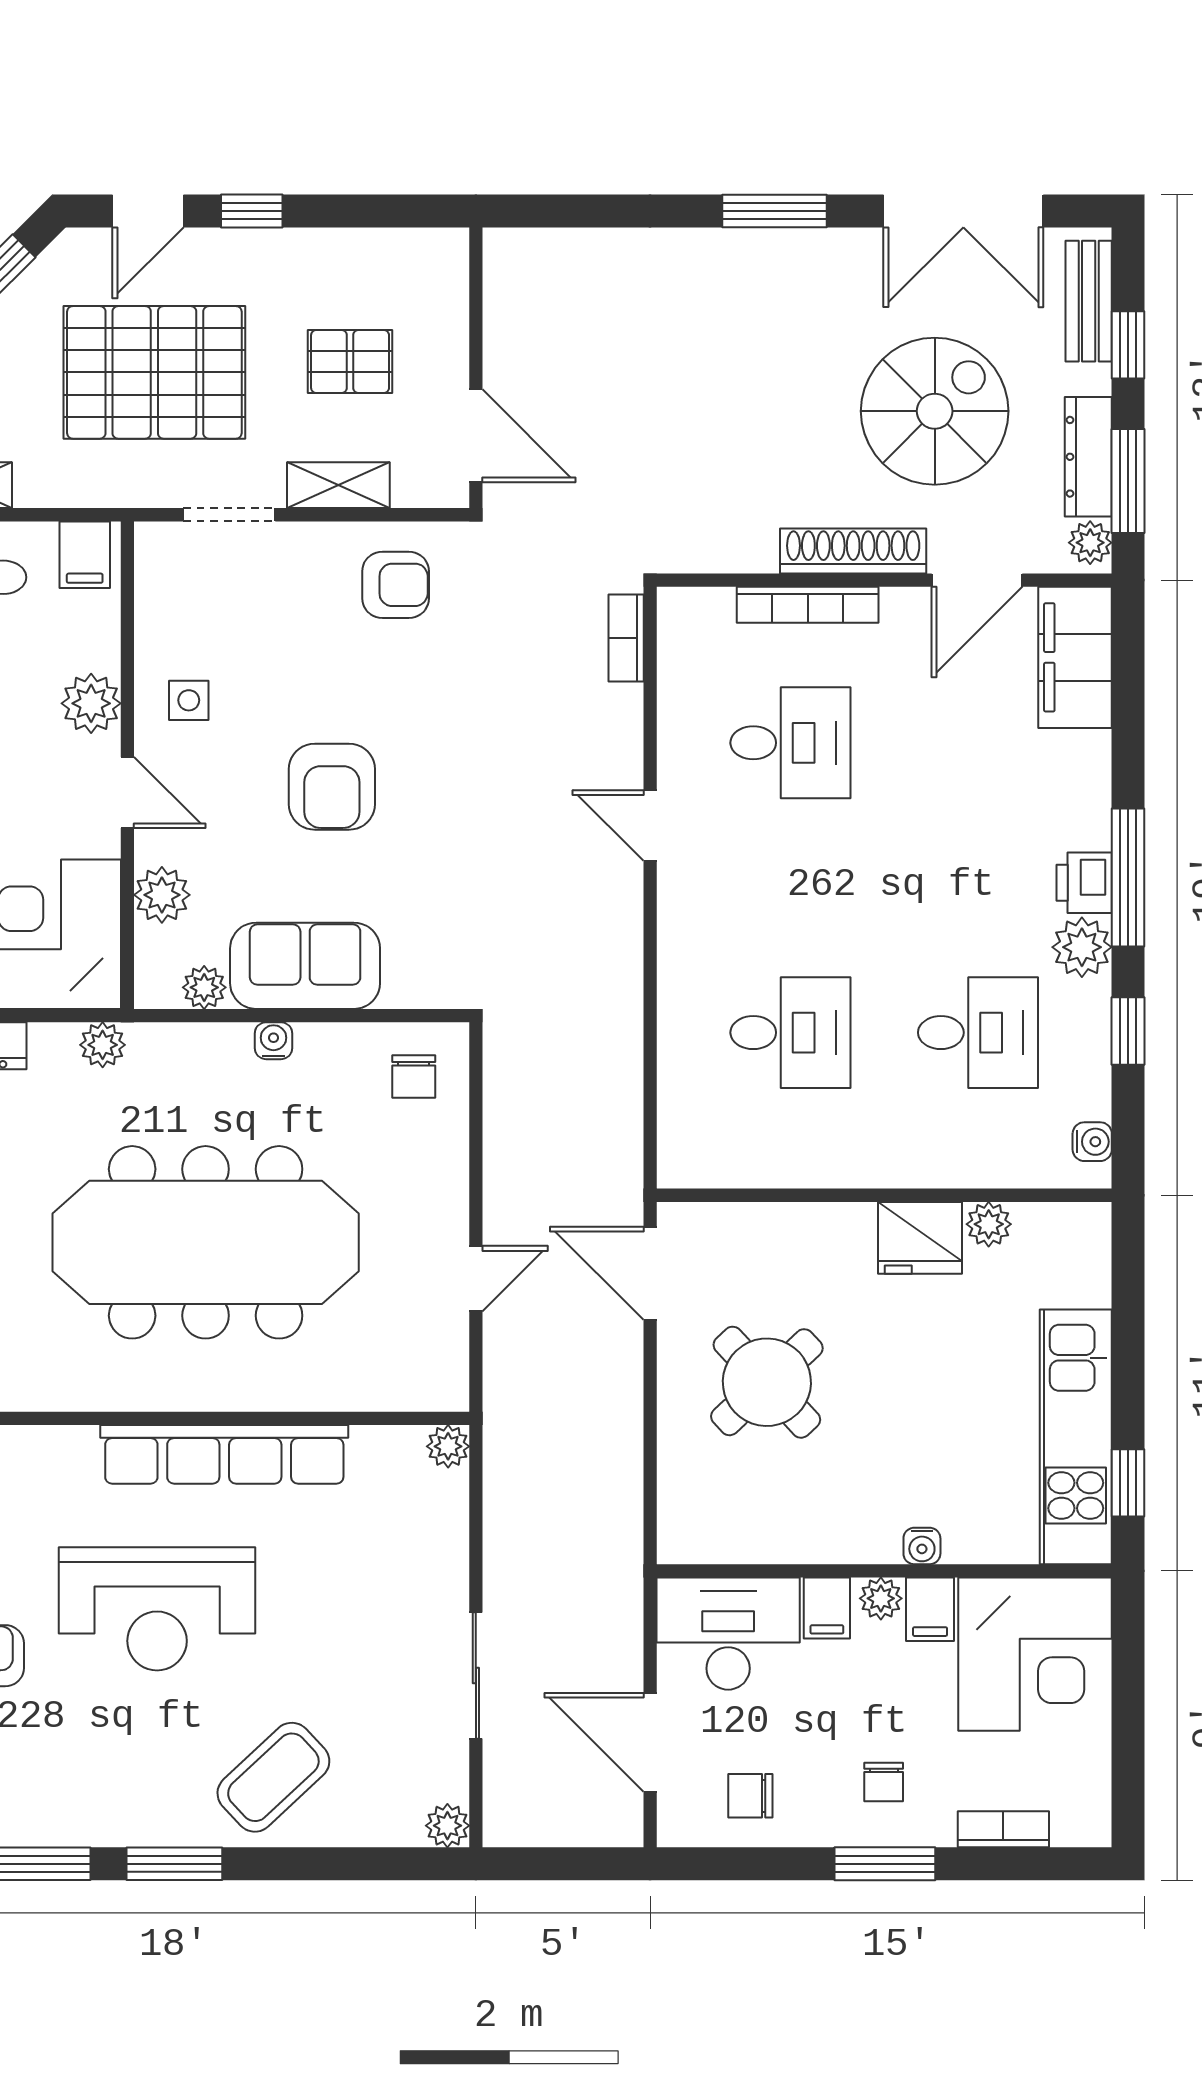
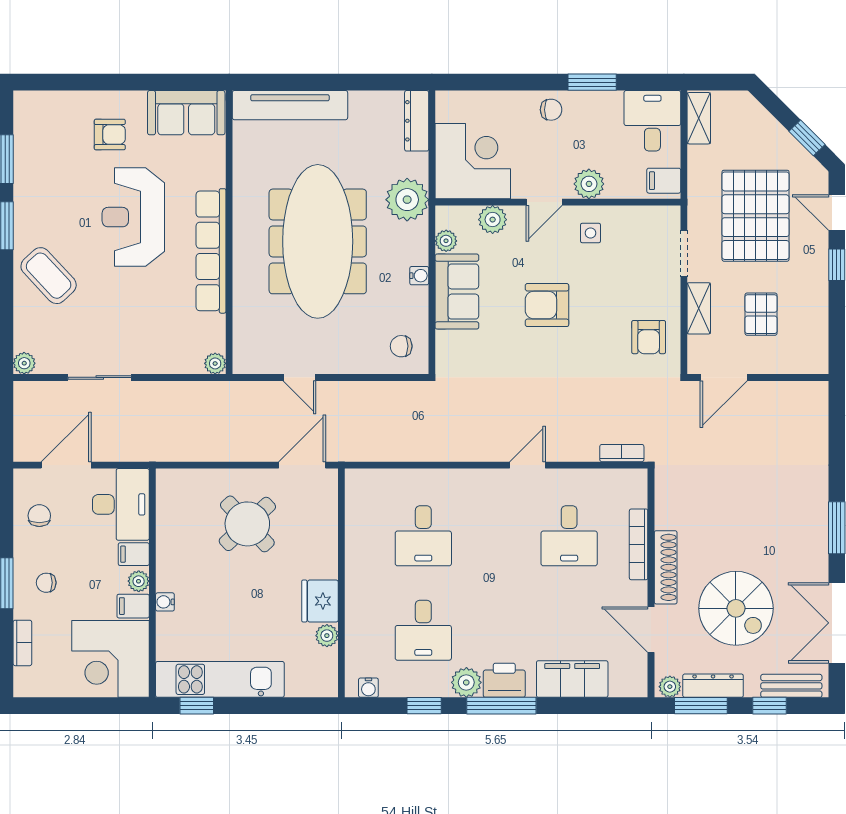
filing cabinet: (1075, 657) -> (572, 679), moved
printer: (1084, 883) -> (504, 680), width x1.36, depth x1.24
plant: (103, 1045) -> (407, 200), width x1.88, depth x1.88

